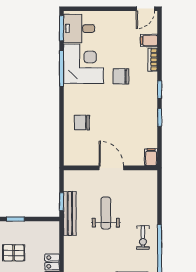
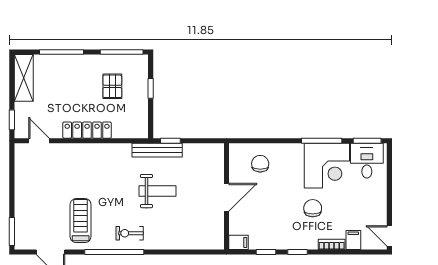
filing cabinet: (151, 157) -> (239, 242), moved
door: (111, 168) -> (226, 197), moved
wall: (111, 168) -> (226, 196), moved

